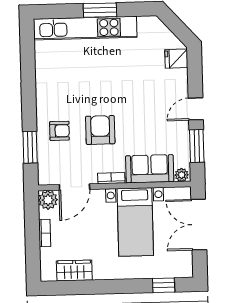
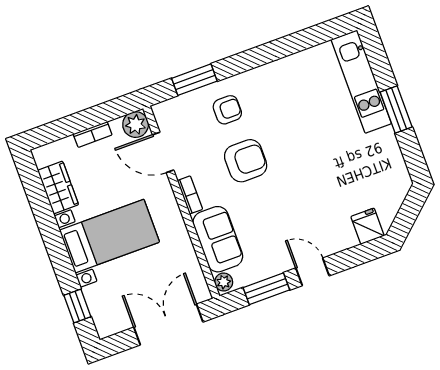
kitchen unit: (85, 28) -> (361, 82), width x0.73
armchair: (59, 131) -> (227, 110), turned -90
bed with nightstands: (135, 222) -> (109, 236), moved, turned 180

